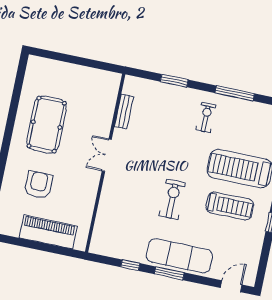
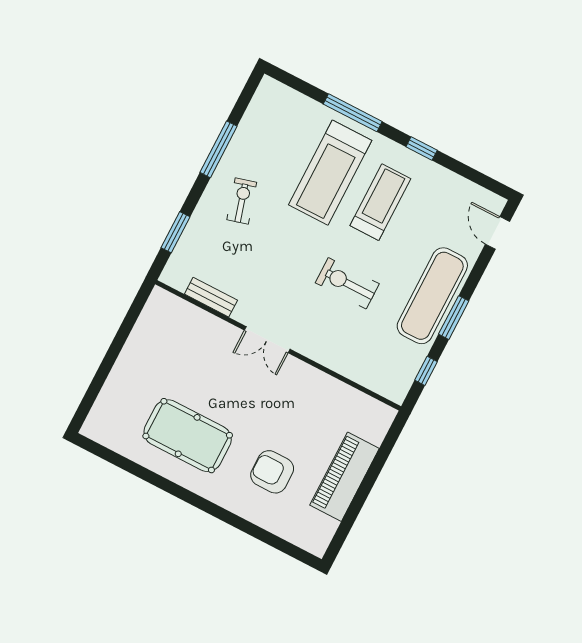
bench: (124, 112) -> (211, 297), moved
exercise bike: (206, 117) -> (242, 201), turned 74
double door: (107, 155) -> (267, 340), moved
wall: (105, 163) -> (278, 345), moved

